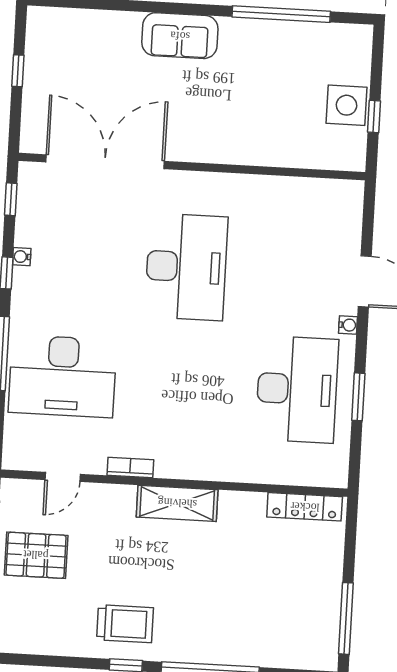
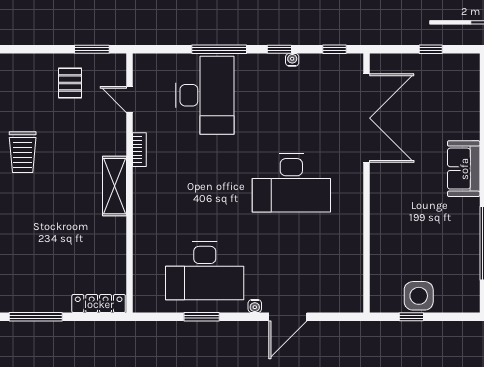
desk: (63, 376) -> (205, 95), turned 180
locker: (305, 507) -> (99, 304), moved, turned 90
pallet: (36, 555) -> (70, 83), width x0.67, depth x0.71

